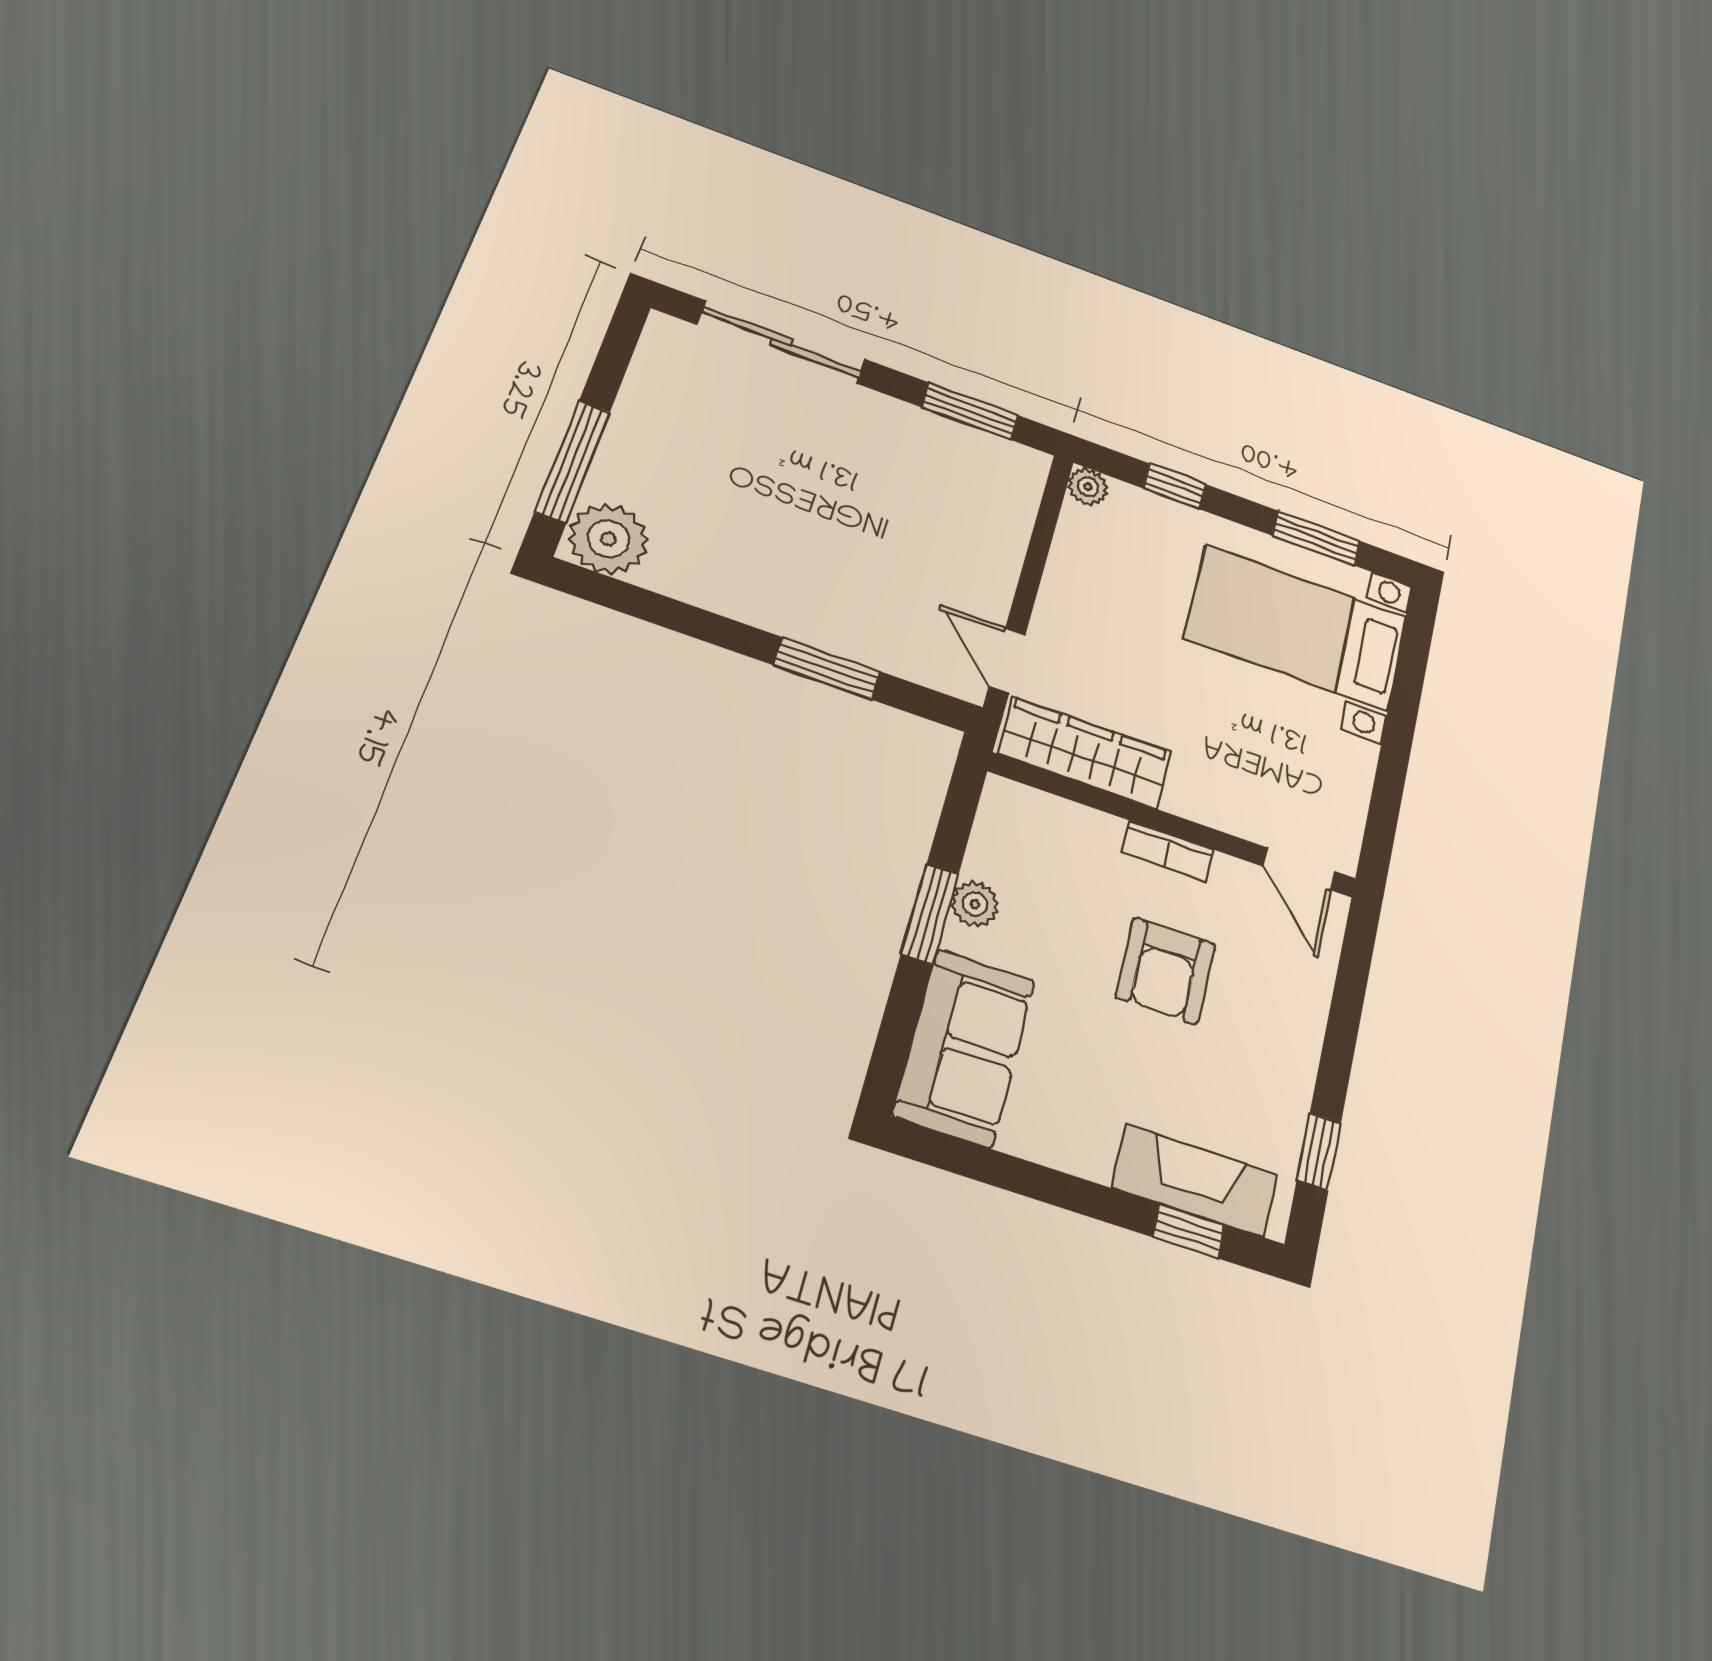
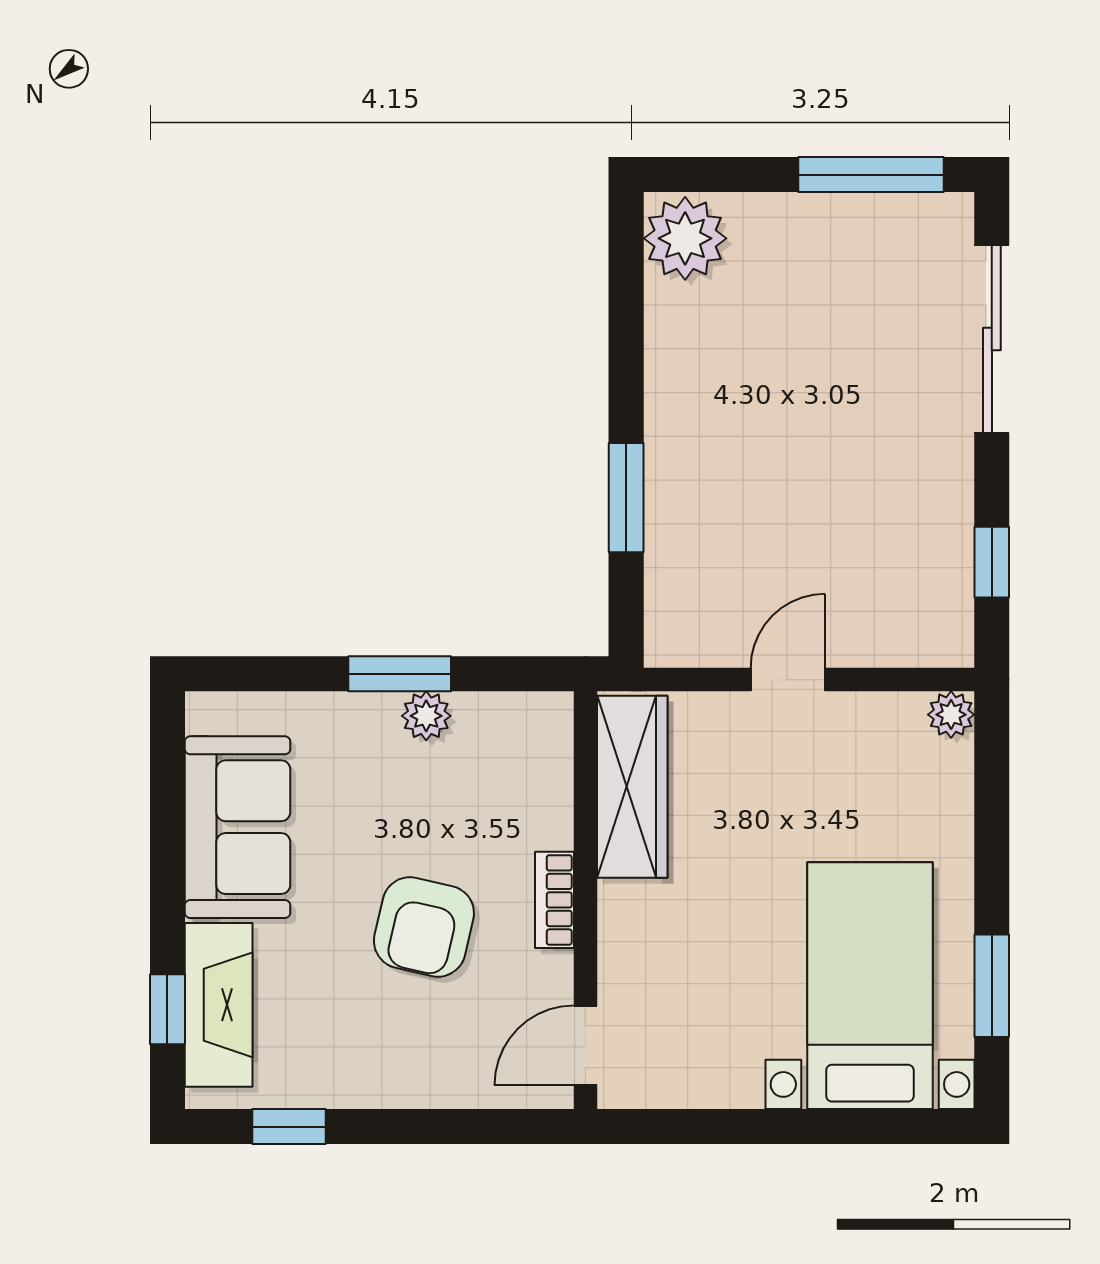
window: (970, 411) -> (992, 562), width x0.67
window: (573, 462) -> (871, 175), moved
window: (1174, 486) -> (992, 810), removed
door: (1007, 660) -> (788, 680), moved
armchair: (1165, 971) -> (424, 927), turned -77
sofa: (964, 1047) -> (238, 827), moved, turned -90

